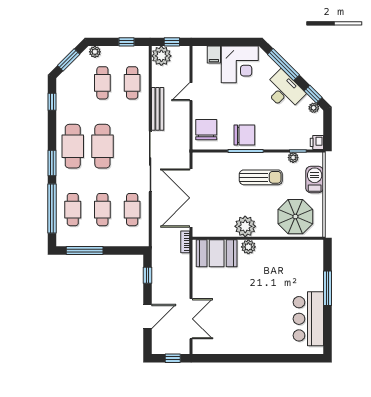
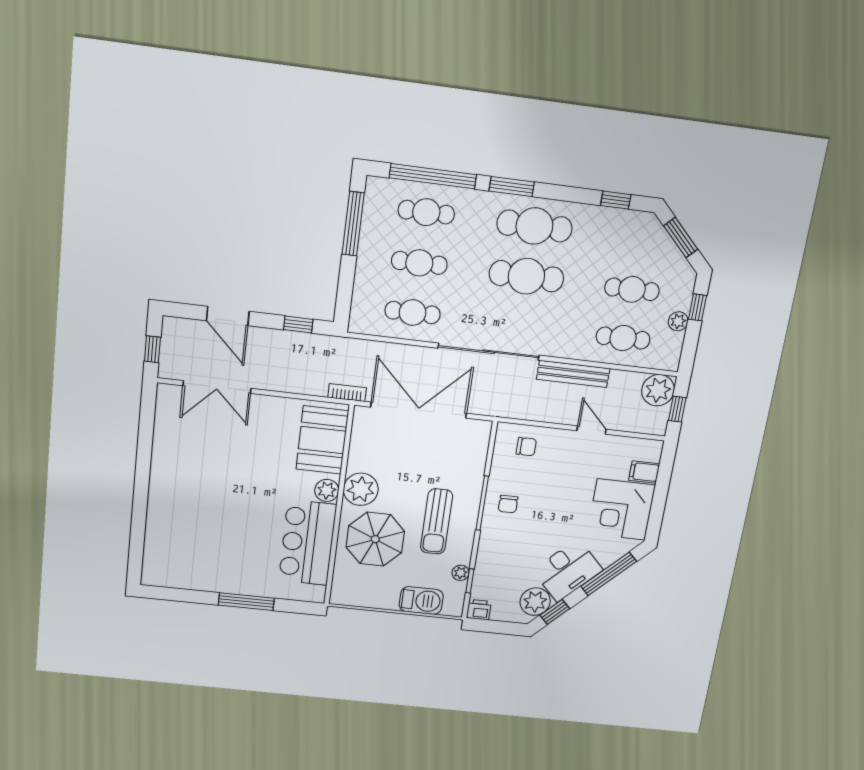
window: (126, 42) -> (697, 307), moved
plant: (95, 52) -> (678, 321), moved
plant: (314, 108) -> (535, 602), width x1.87, depth x1.87
chair: (206, 130) -> (526, 447), width x0.54, depth x0.54
chair: (244, 135) -> (508, 504), width x0.54, depth x0.54
parasol: (295, 217) -> (375, 539), moved
bar counter: (308, 319) -> (307, 543), moved, turned -90

